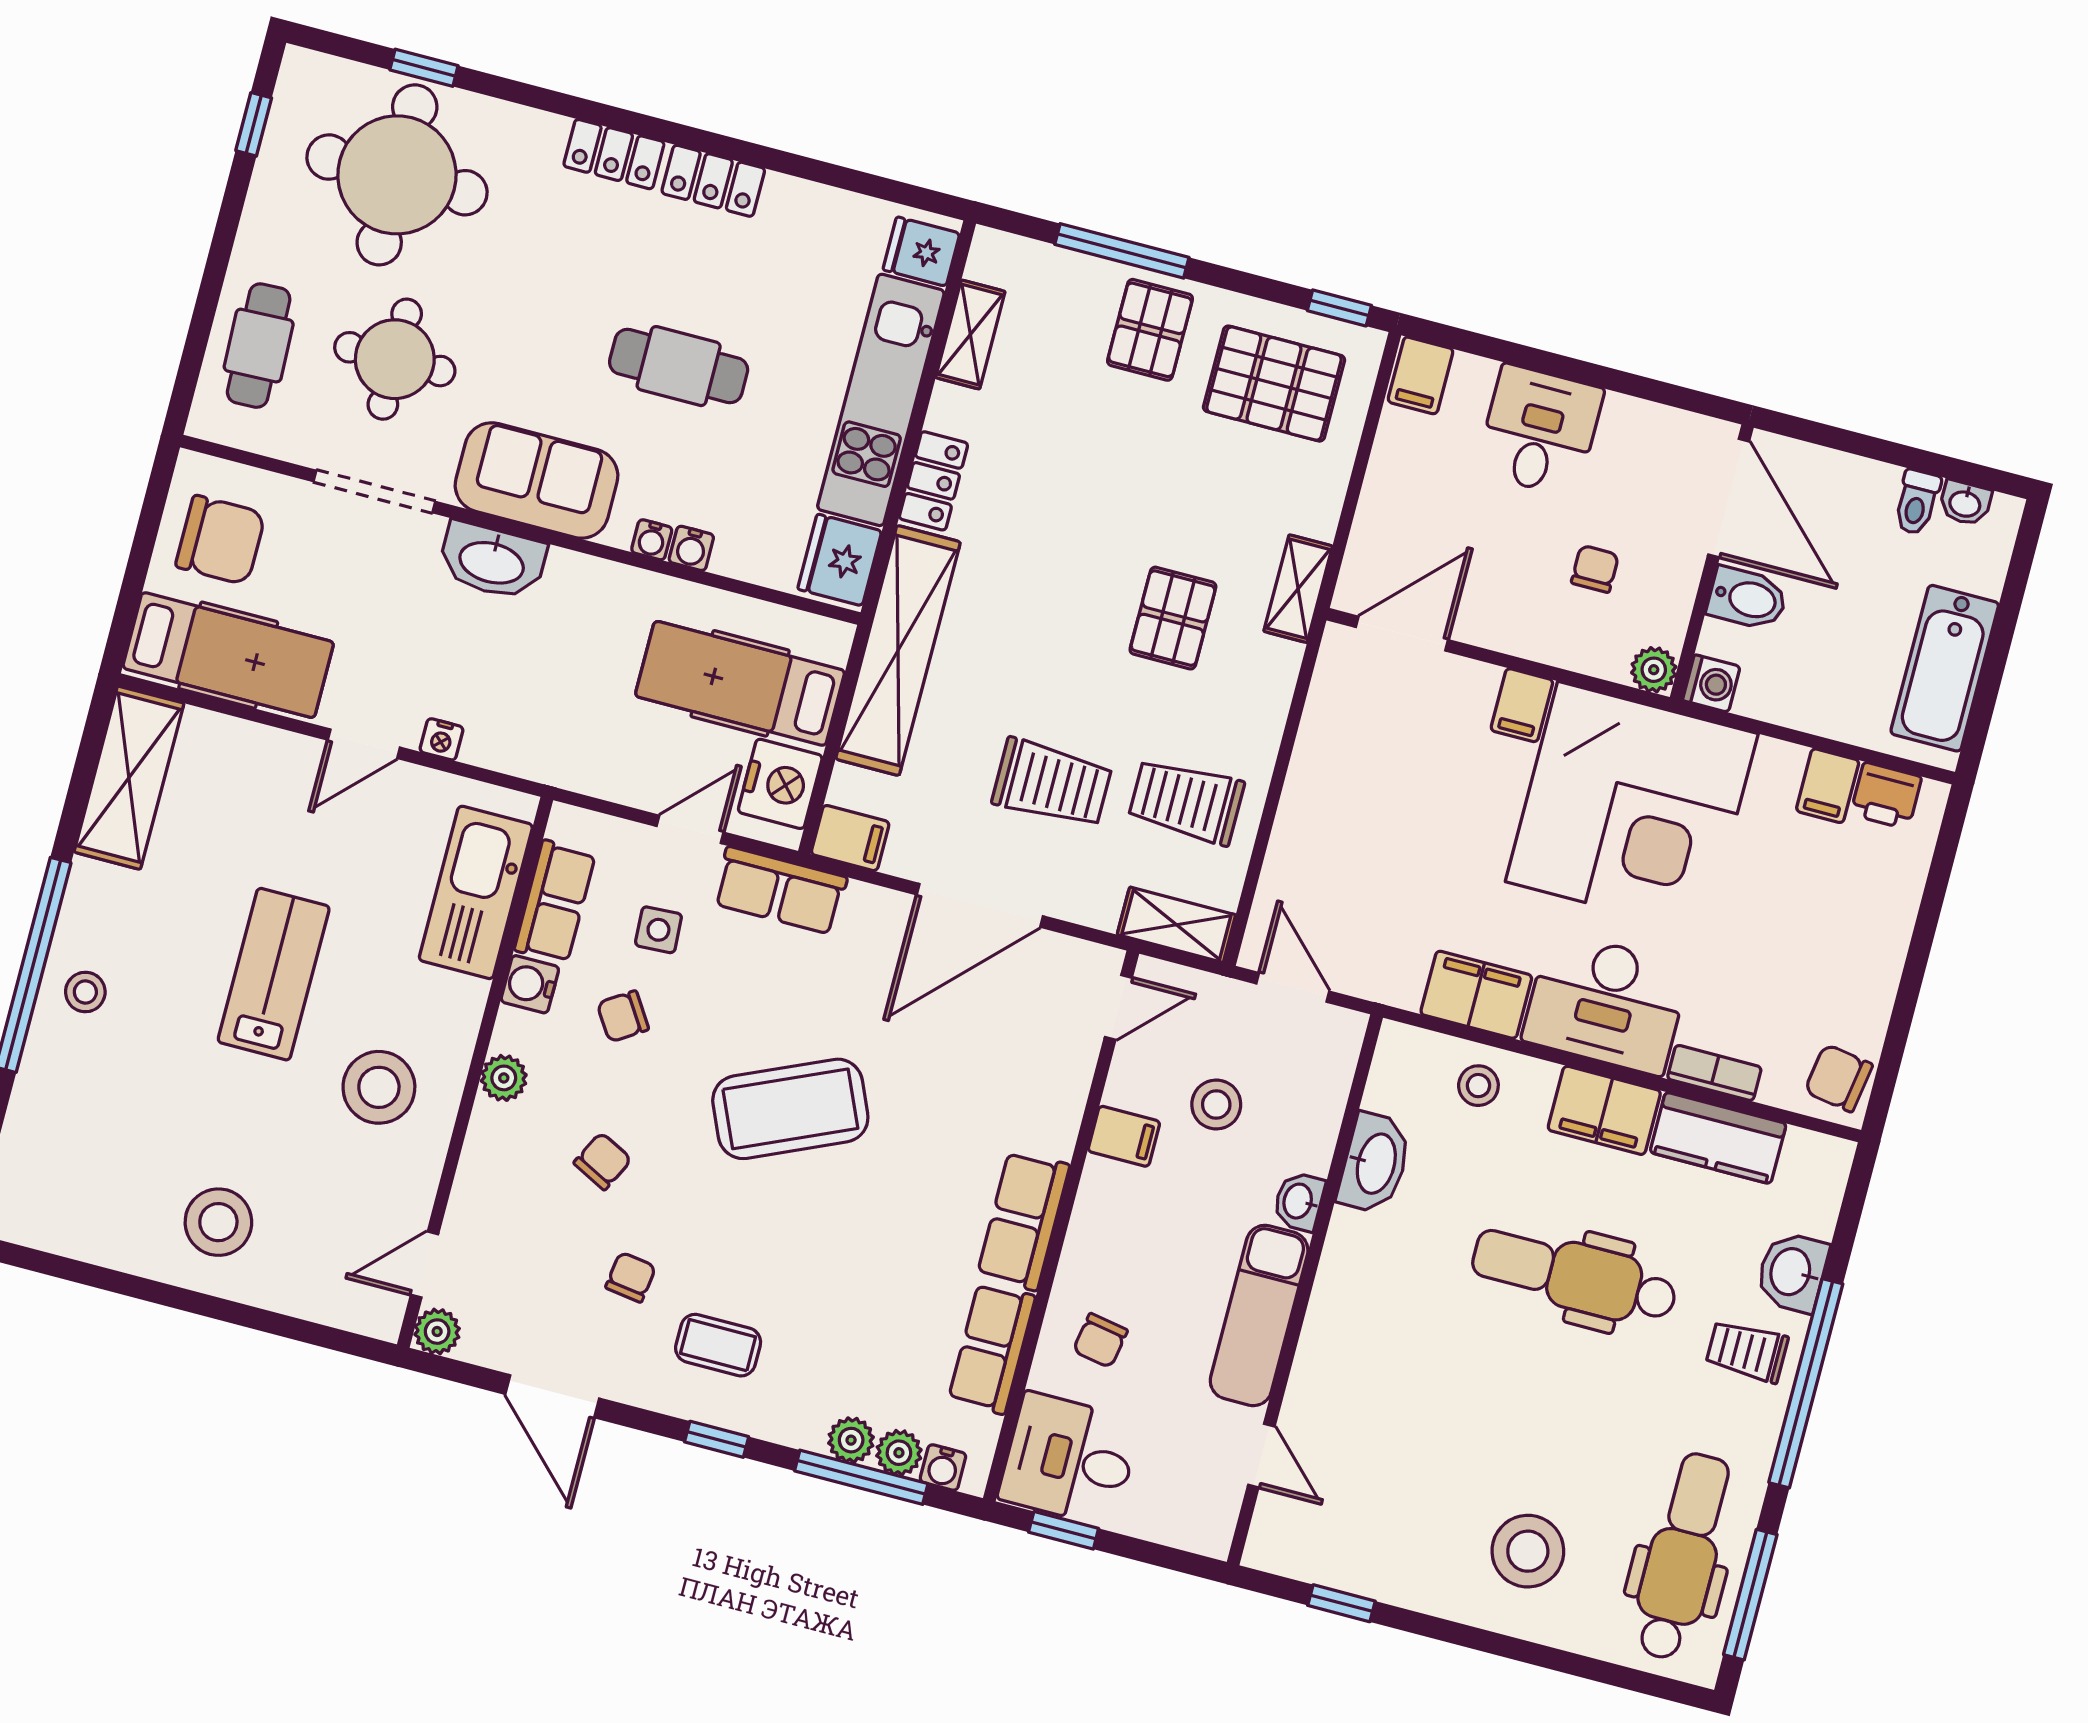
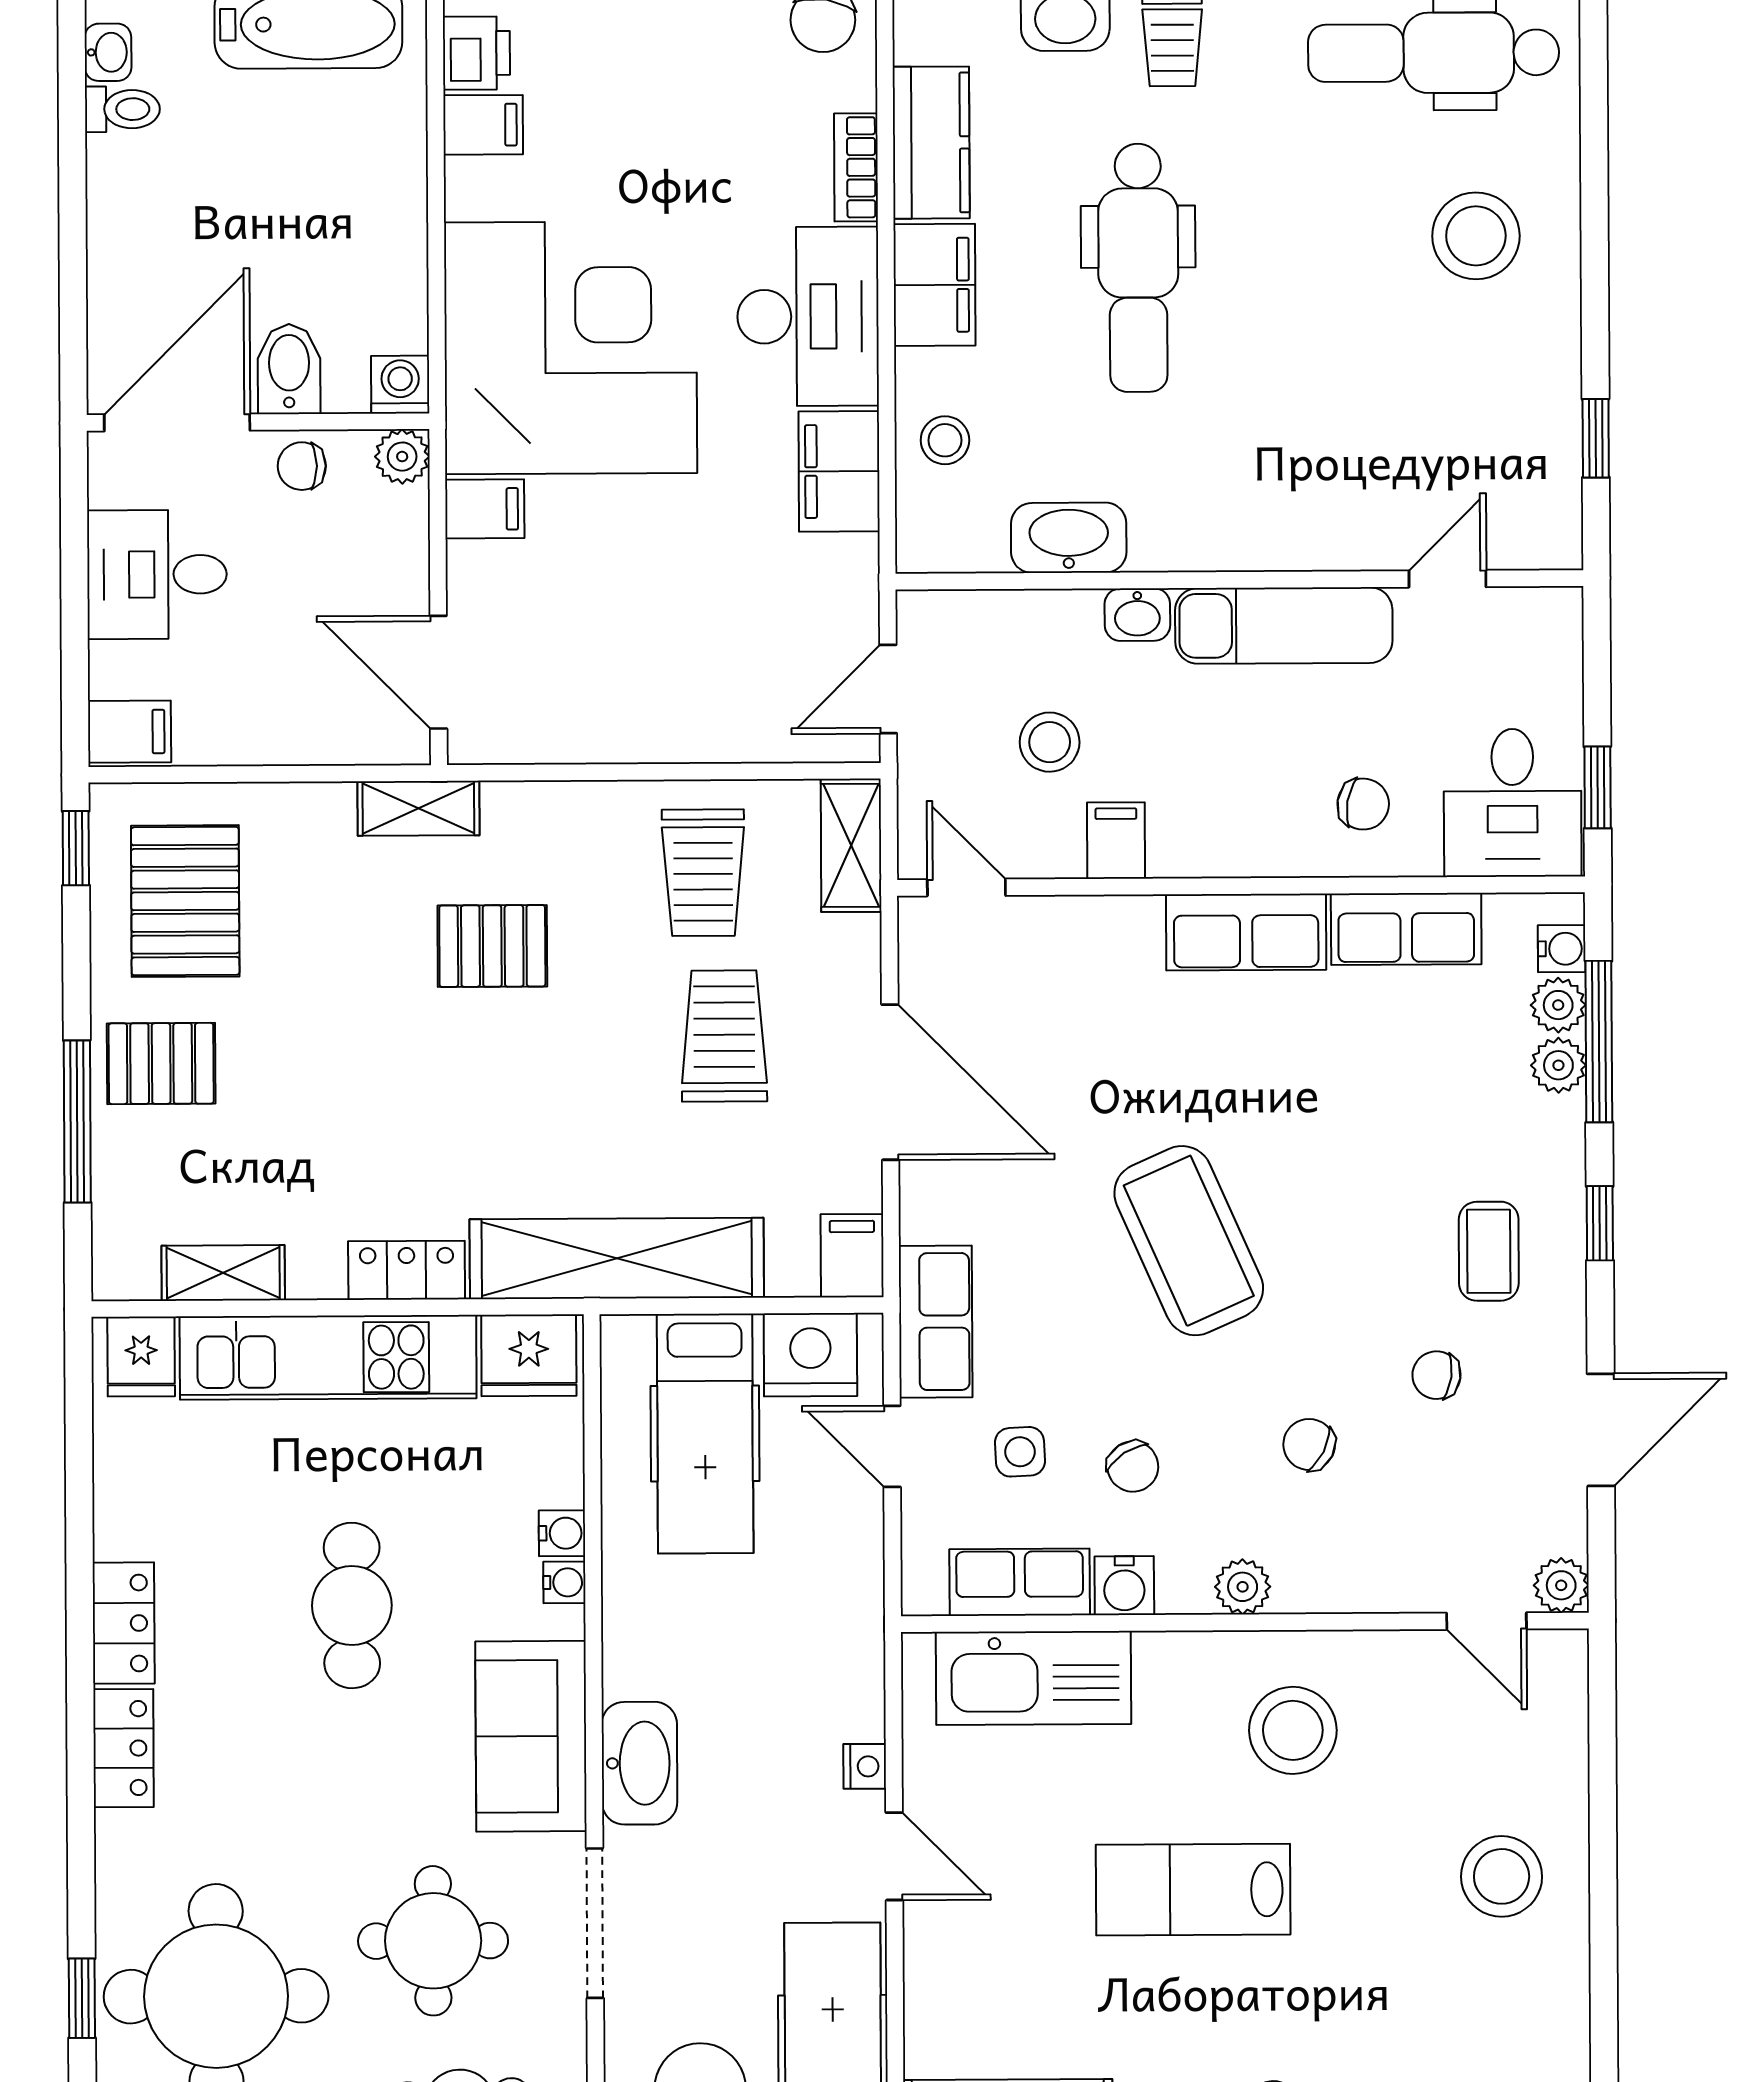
door: (1729, 498) -> (177, 423), moved
wall: (1712, 562) -> (258, 422), moved
bidet: (1747, 598) -> (289, 369), moved
plant: (1654, 670) -> (402, 457), moved
washing machine: (1711, 683) -> (400, 385), moved

